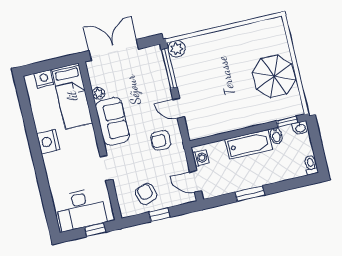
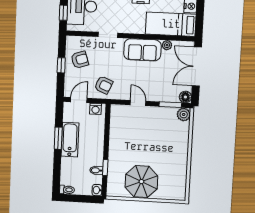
double door: (114, 50) -> (197, 66), swing flipped
floor lamp: (155, 53) -> (185, 97), added
window: (169, 68) -> (170, 105), width x0.69
door: (179, 108) -> (138, 103), hinge flipped
window: (287, 122) -> (105, 168), moved
armchair: (161, 140) -> (104, 85), moved, turned 113
bathtub: (249, 144) -> (70, 140), moved, turned 180

